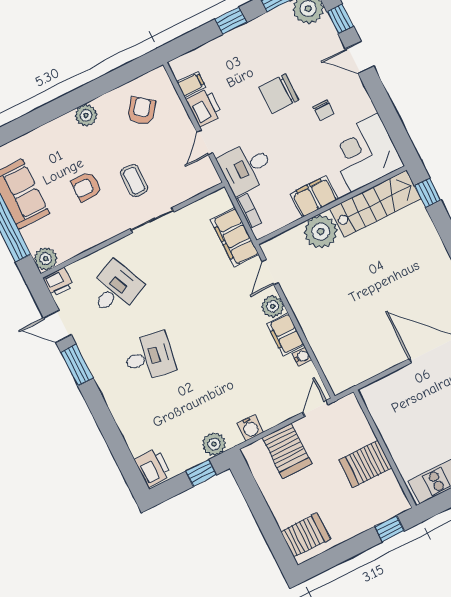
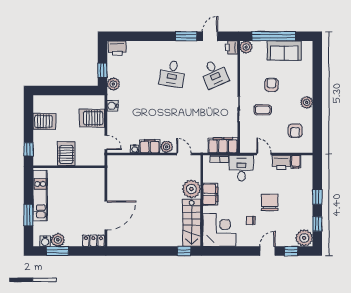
armchair: (141, 111) -> (295, 131), turned 52
filing cabinet: (235, 237) -> (223, 145), moved
server rack: (305, 535) -> (44, 121), moved, turned -90

